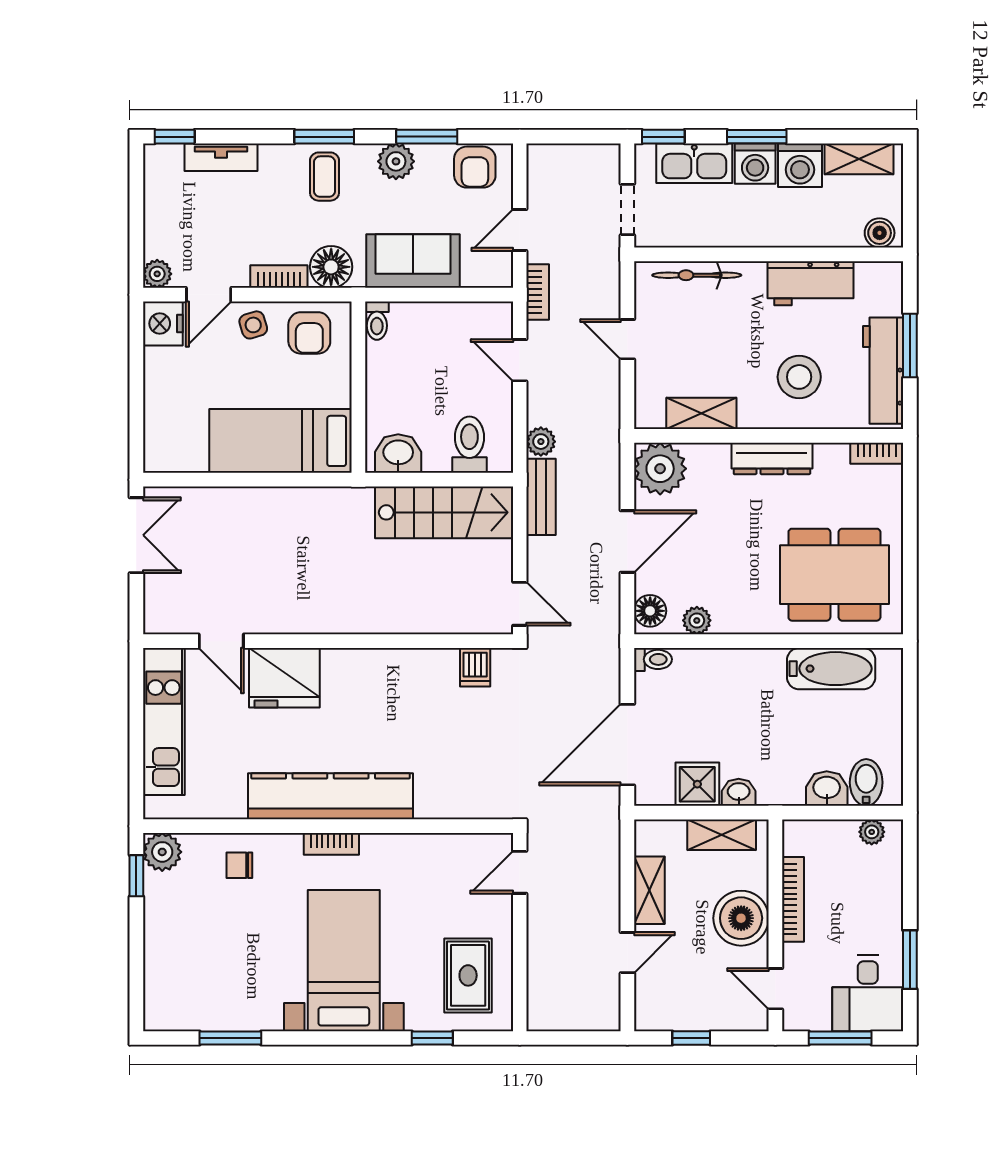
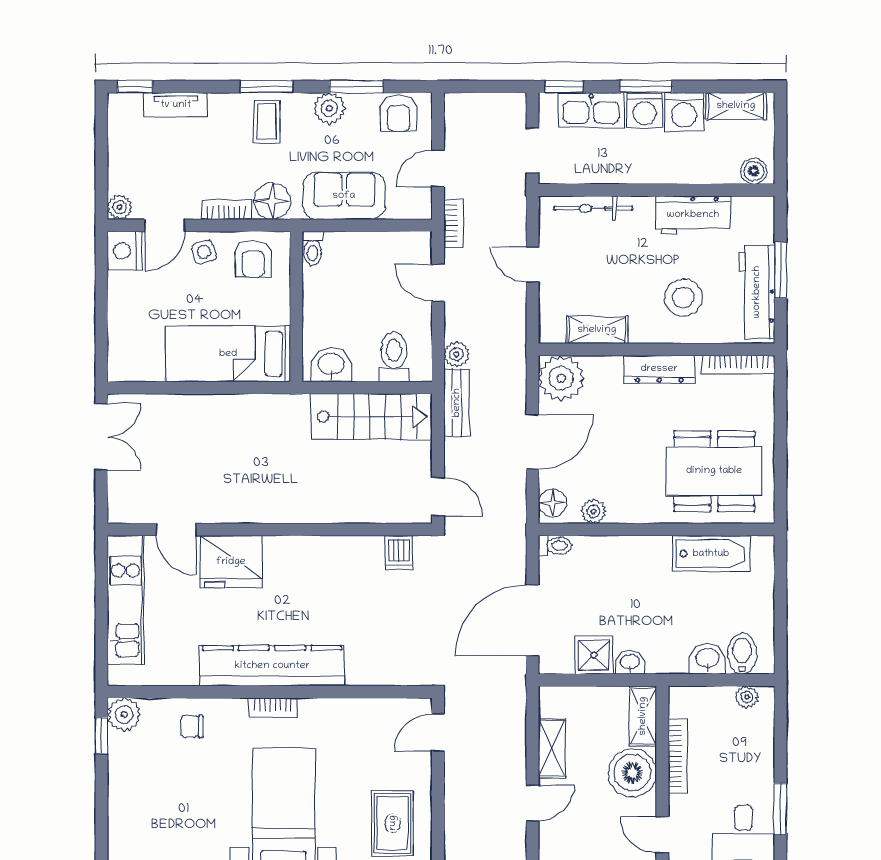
bookcase: (877, 453) -> (738, 365), width x1.56
shelving: (722, 835) -> (643, 716), moved, turned 90

